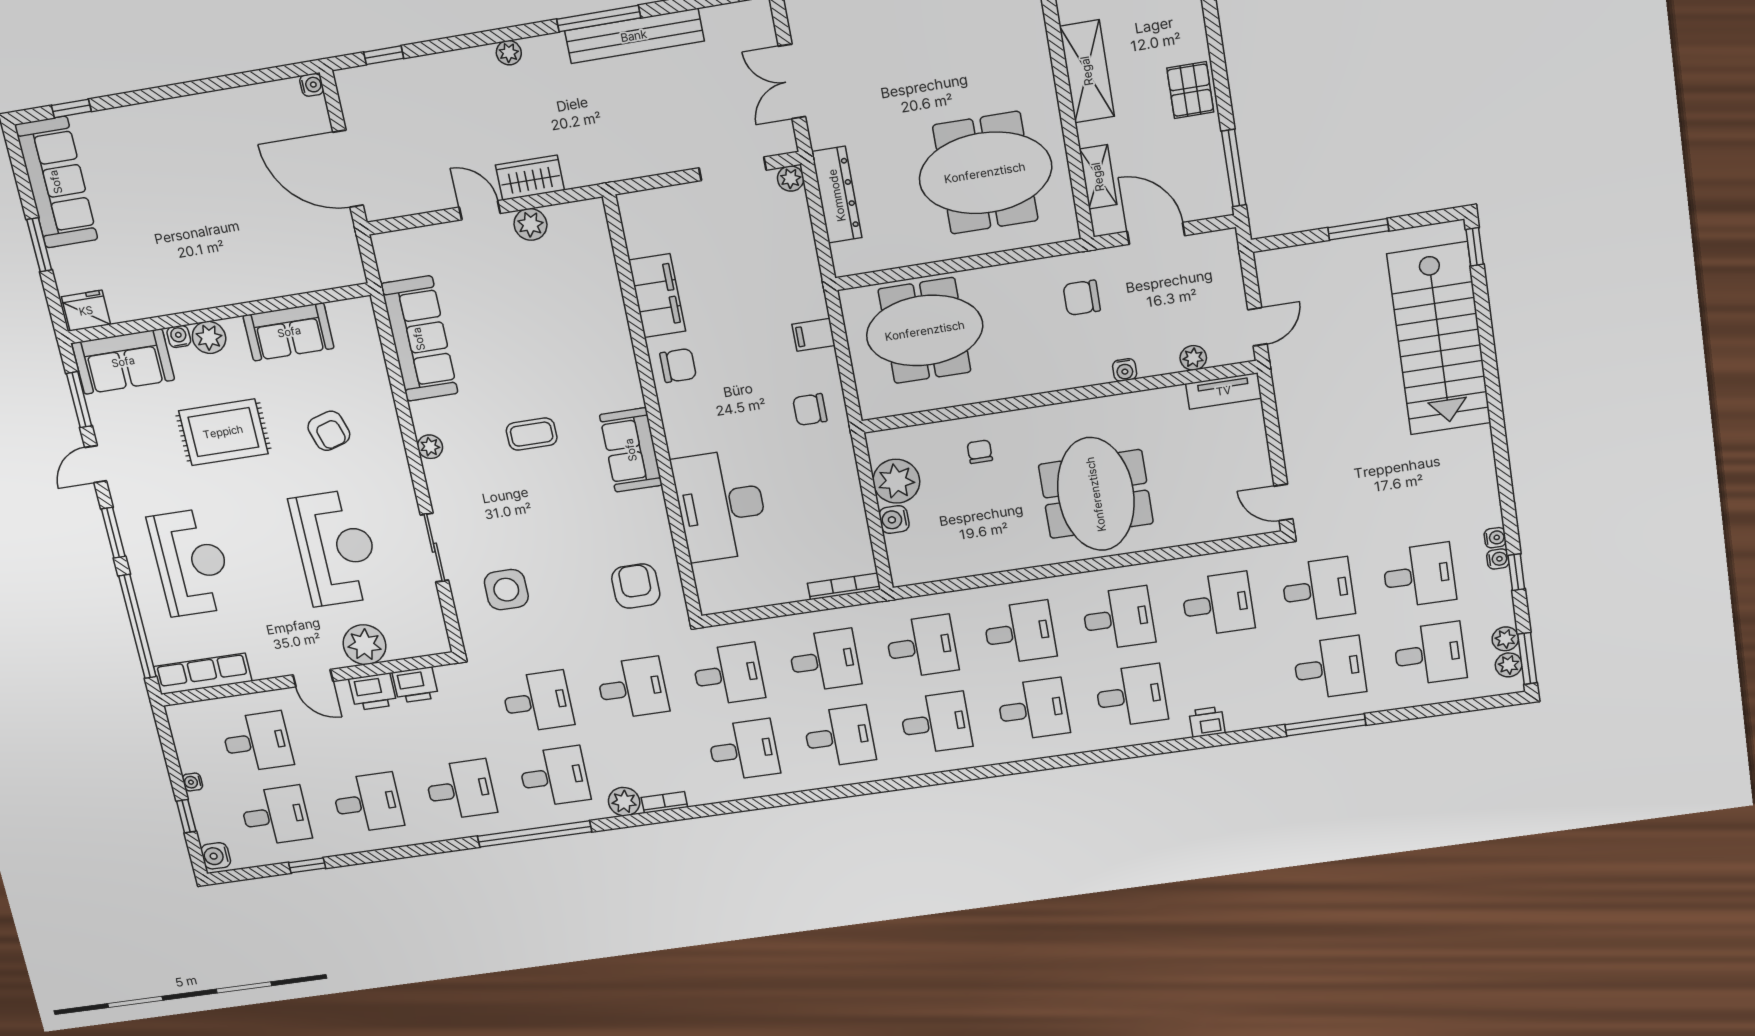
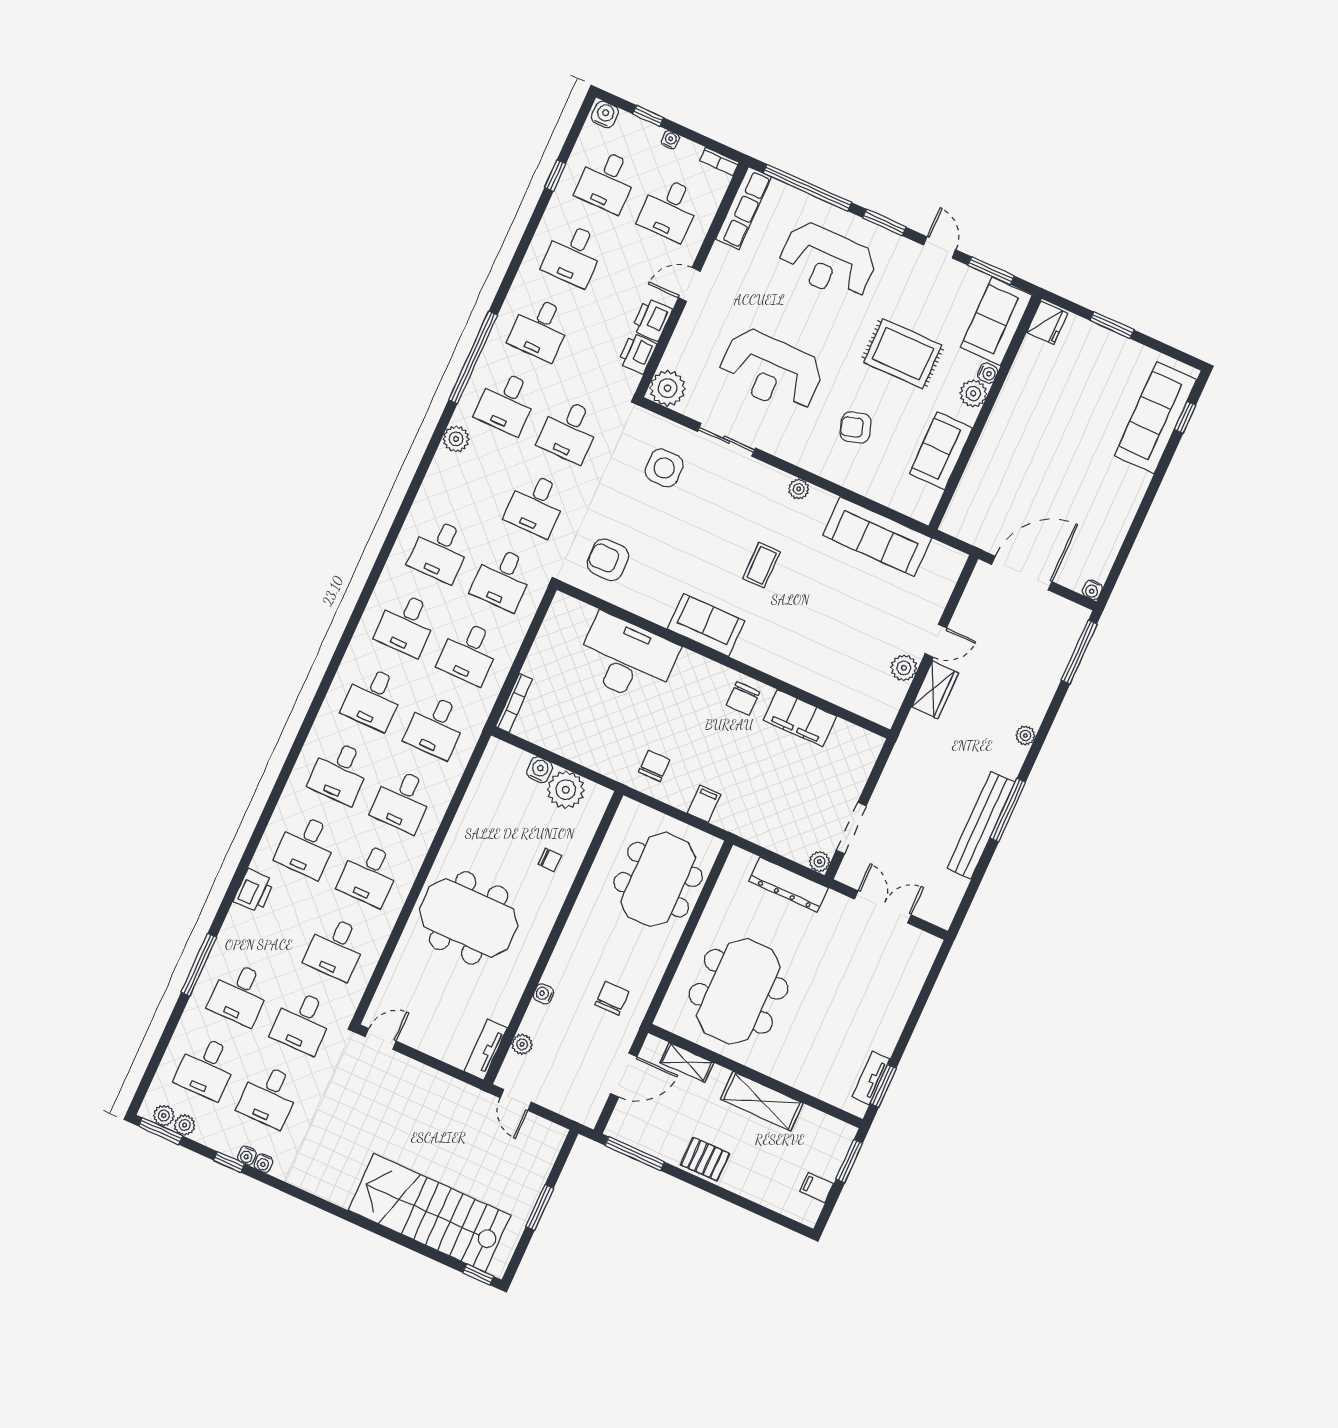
window: (384, 55) -> (1079, 652), width x2.17
sofa: (56, 182) -> (1155, 418), moved, turned 90
rug: (223, 432) -> (903, 354), turned 90
armchair: (636, 586) -> (608, 560), turned 180
plant: (365, 645) -> (668, 388), moved
printer: (1207, 722) -> (254, 891), width x1.36, depth x1.24
bookcase: (664, 802) -> (719, 161), moved, turned 90

